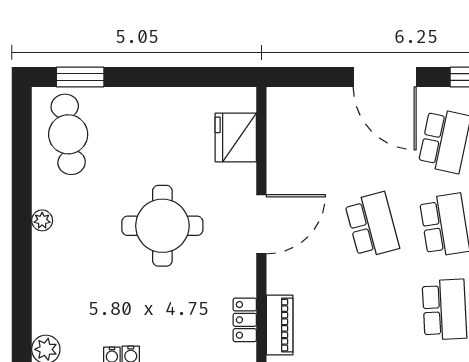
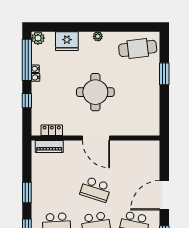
window: (80, 77) -> (164, 74), moved
fridge: (236, 137) -> (67, 41), moved, turned 180
school desk: (372, 225) -> (96, 189), turned 33

